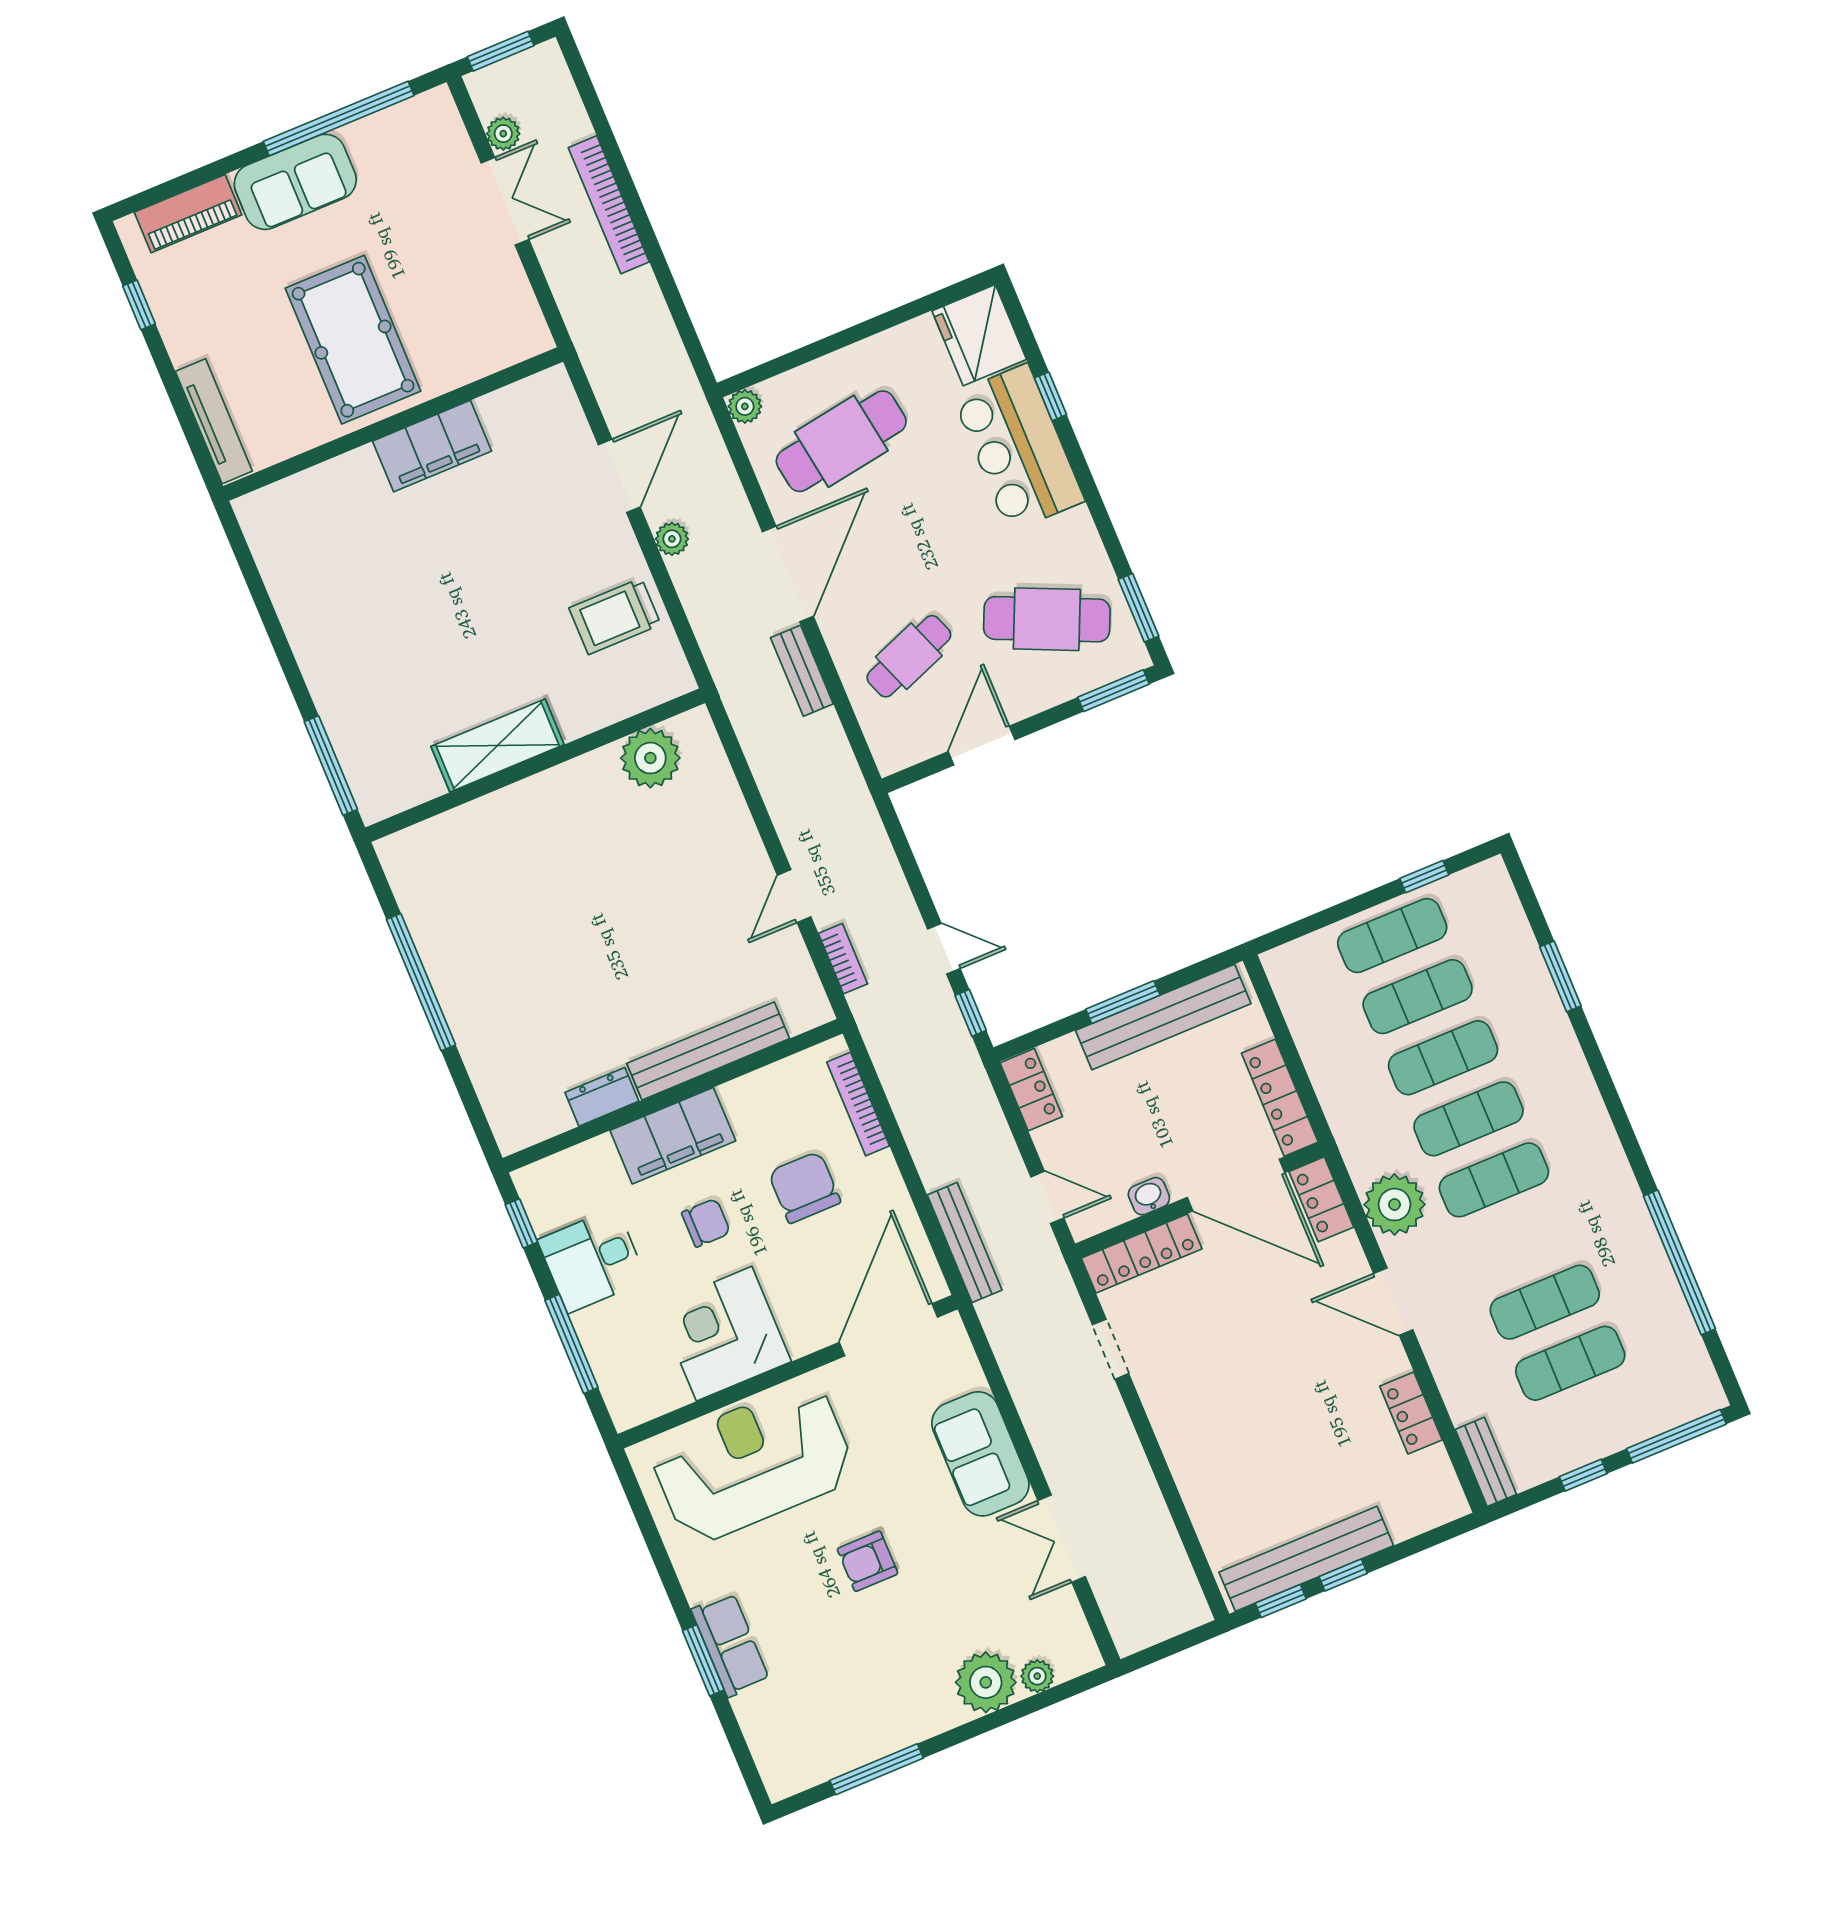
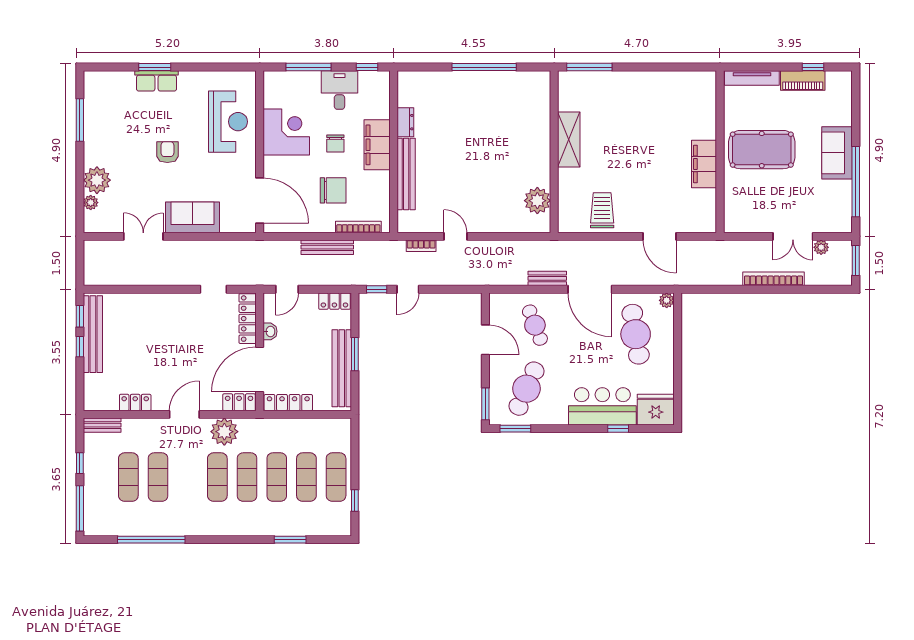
piano: (188, 214) -> (803, 80), moved, turned -90
plant: (672, 539) -> (624, 247), removed
bench: (965, 1242) -> (327, 247), moved
reception desk: (753, 1463) -> (228, 122), width x0.74, depth x0.77

